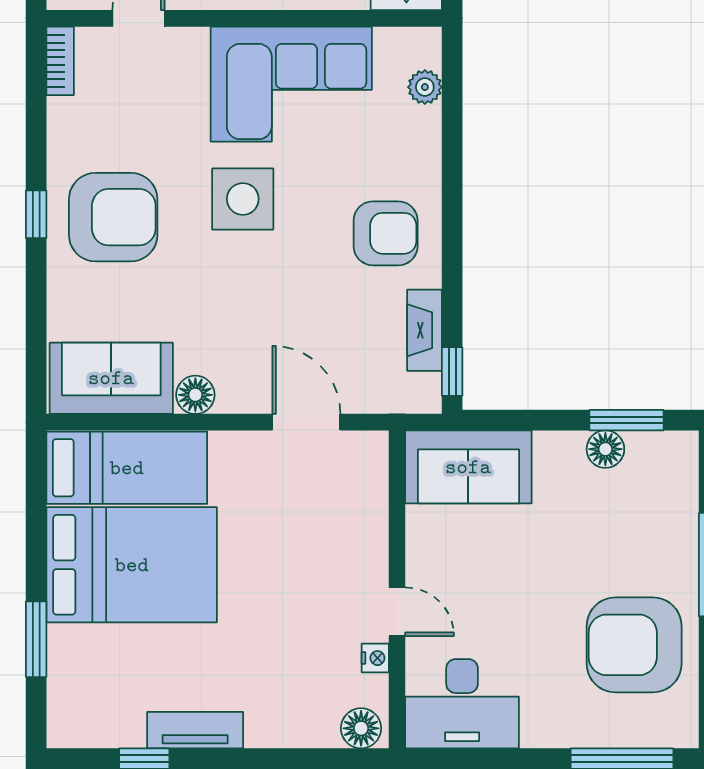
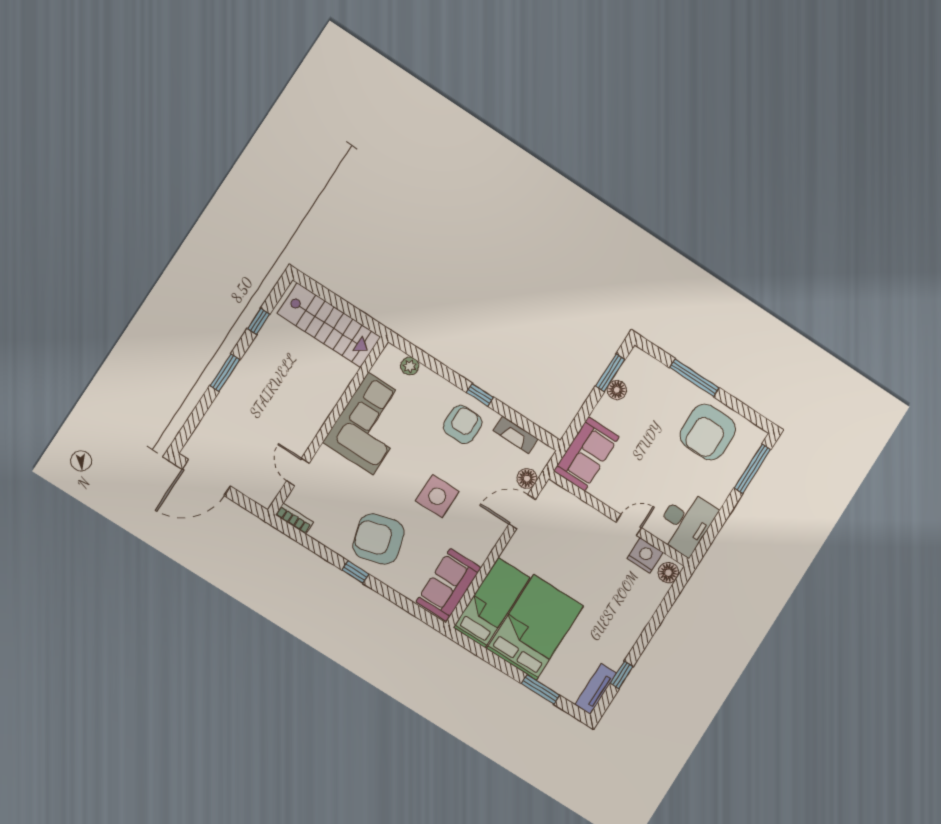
side table: (243, 199) -> (437, 496), moved
armchair: (113, 217) -> (379, 539), turned -106
window: (452, 372) -> (480, 395), moved
floor lamp: (195, 395) -> (527, 478), moved
nightstand: (375, 658) -> (645, 555), width x1.89, depth x1.79
tv unit: (195, 730) -> (596, 689), moved

